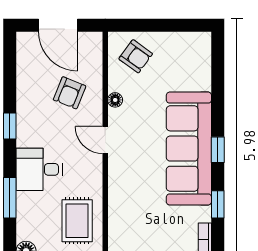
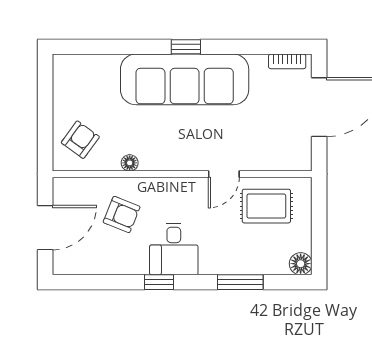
door: (105, 140) -> (224, 174), moved
desk: (39, 169) -> (174, 249), moved
window: (218, 204) -> (248, 47), removed

